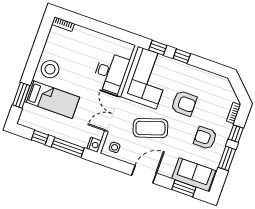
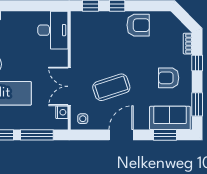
desk: (111, 73) -> (53, 30), moved
corner sofa: (147, 78) -> (90, 39), removed
armchair: (184, 103) -> (138, 25), moved
nightstand: (94, 145) -> (62, 112), moved
window: (227, 158) -> (197, 104), moved

